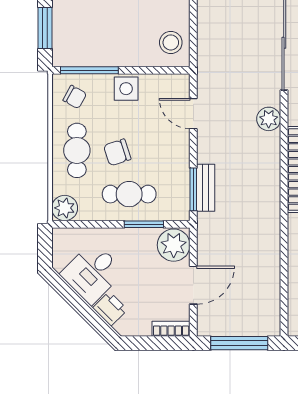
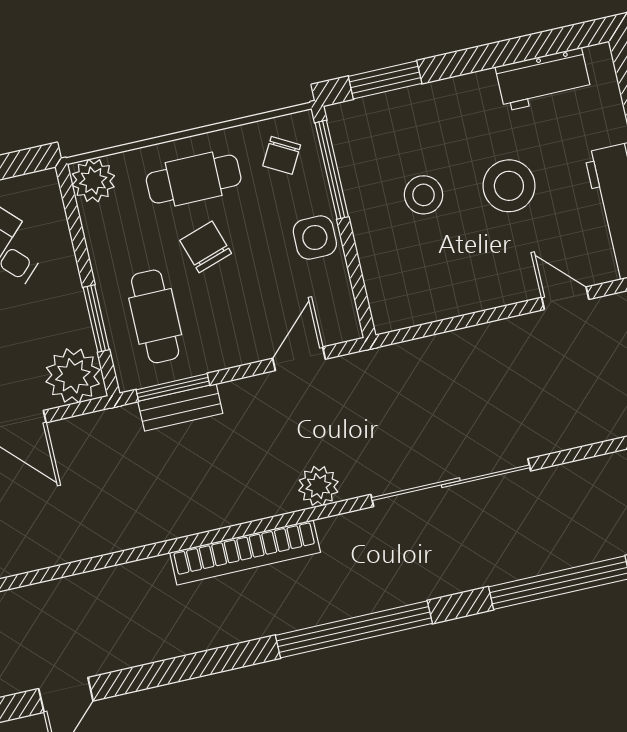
stool: (171, 42) -> (424, 195), moved
cafe table: (129, 194) -> (155, 316), moved

